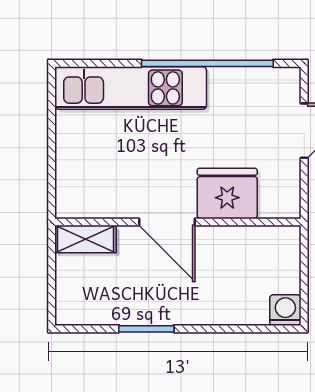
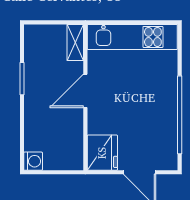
kitchen unit: (131, 88) -> (132, 37), moved, turned -90
fridge: (227, 193) -> (102, 153), moved

